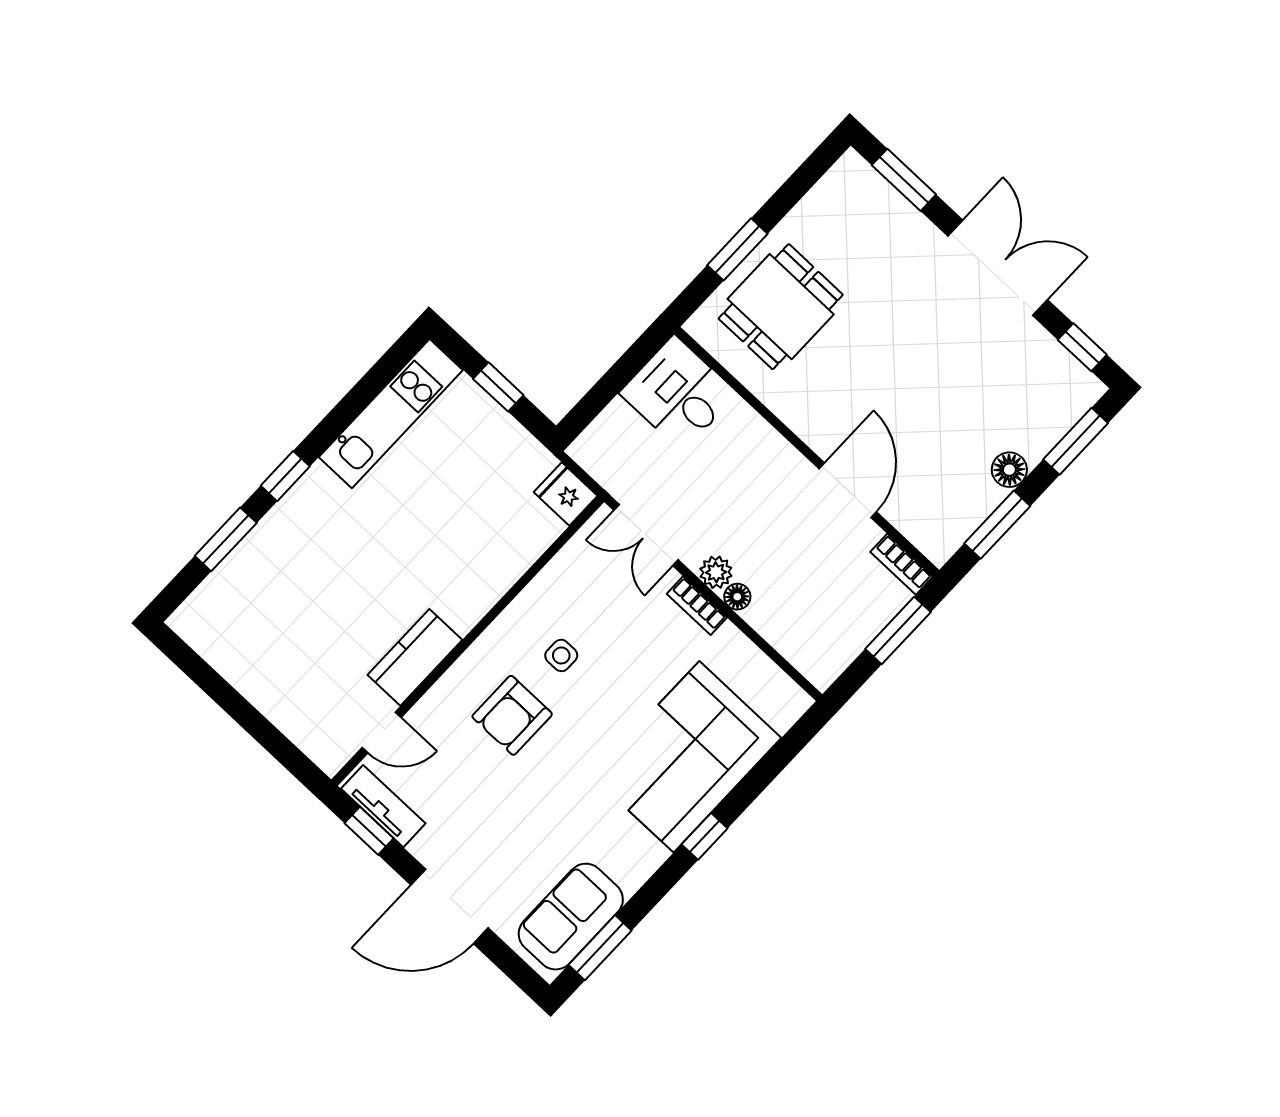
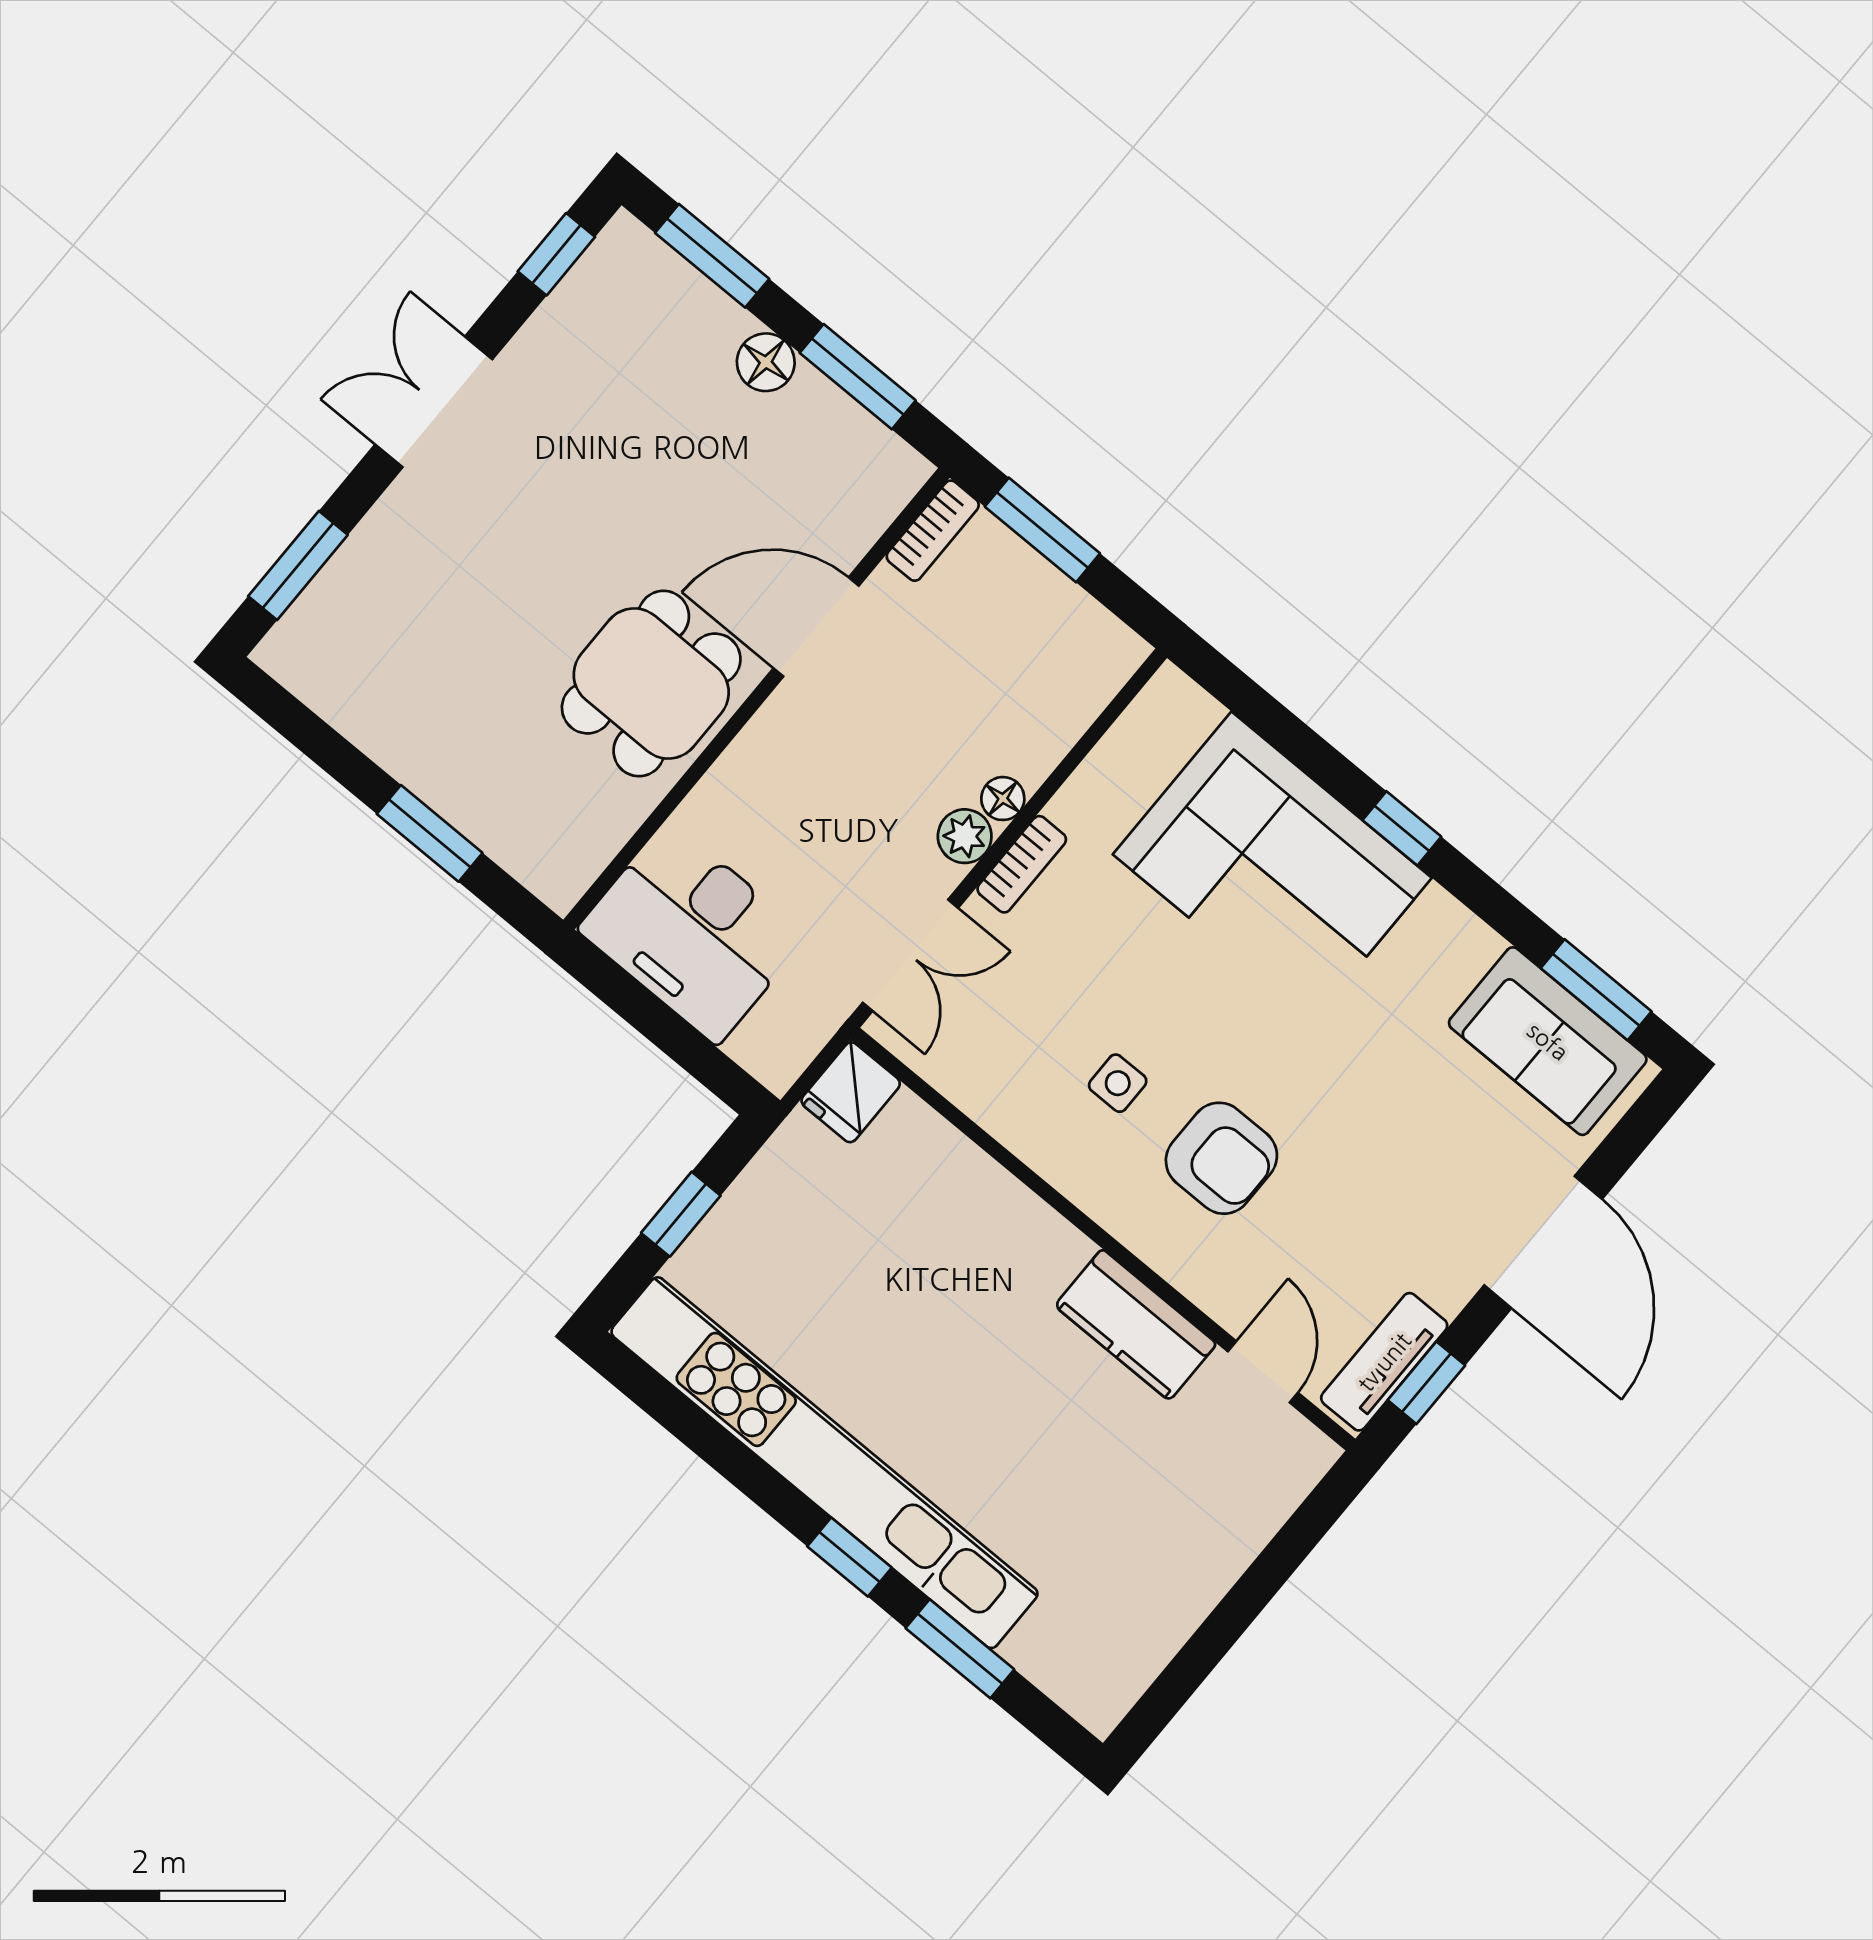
double door: (998, 268) -> (434, 402), width x0.73
dining table: (781, 307) -> (651, 683), moved, turned 90
desk: (678, 393) -> (693, 933), width x1.37
kitchen unit: (391, 414) -> (824, 1463), width x1.86

